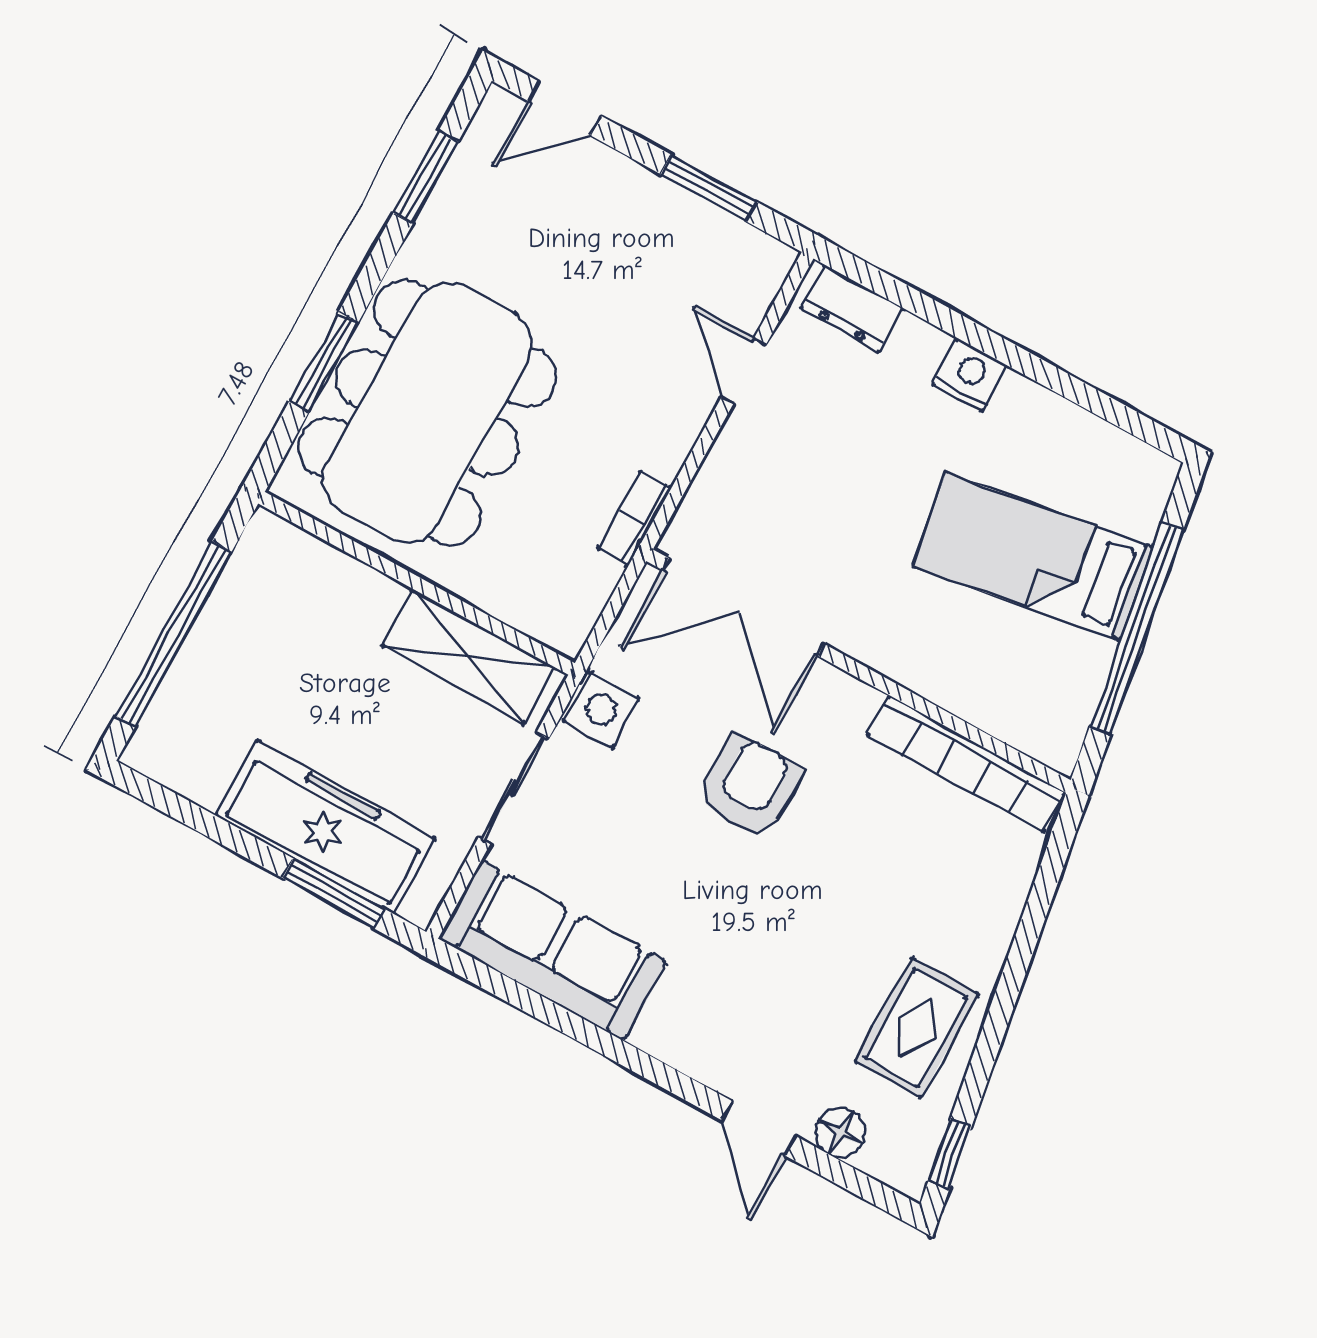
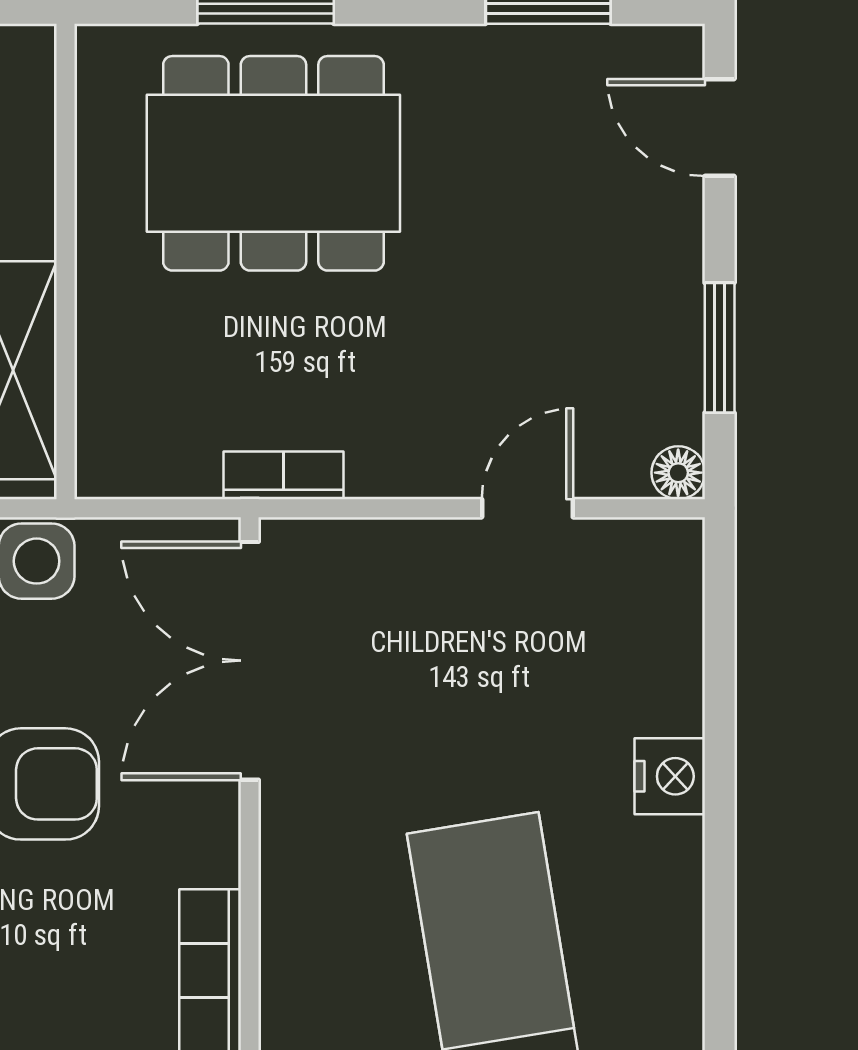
floor lamp: (775, 260) -> (678, 473), added
dresser: (852, 308) -> (671, 594), removed
dining table: (427, 412) -> (273, 163), width x0.73, depth x0.80

